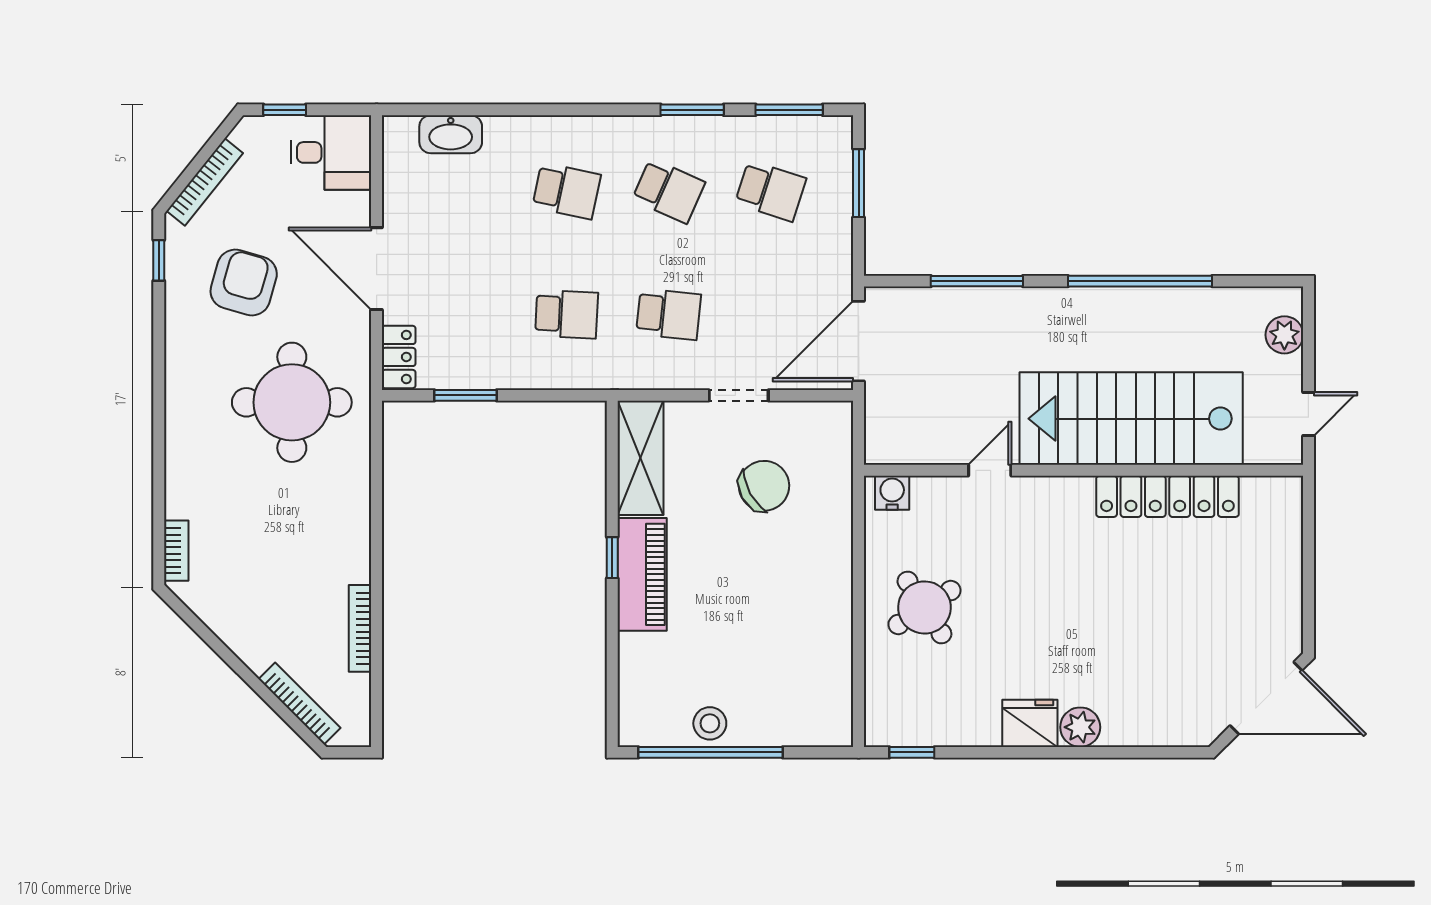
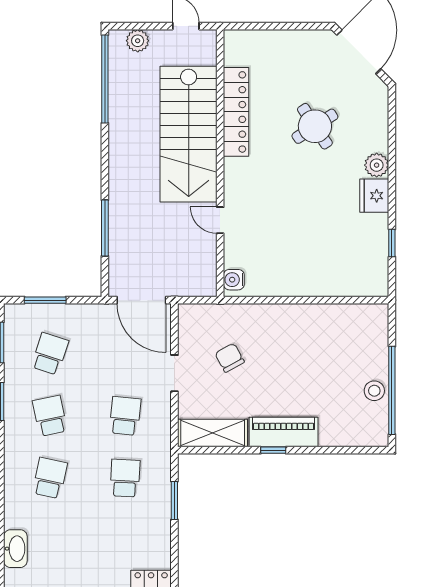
school desk: (669, 191) -> (50, 416), turned -36
window: (1140, 281) -> (105, 79), moved
window: (466, 395) -> (174, 501), moved
chair: (764, 486) -> (230, 358), width x0.73, depth x0.73
round table: (924, 607) -> (315, 126), moved
window: (912, 752) -> (392, 243), moved

